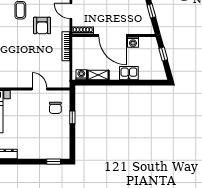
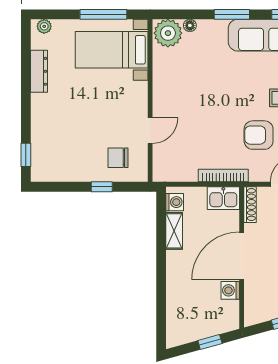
kitchen sink: (129, 73) -> (223, 198), moved, turned 90

